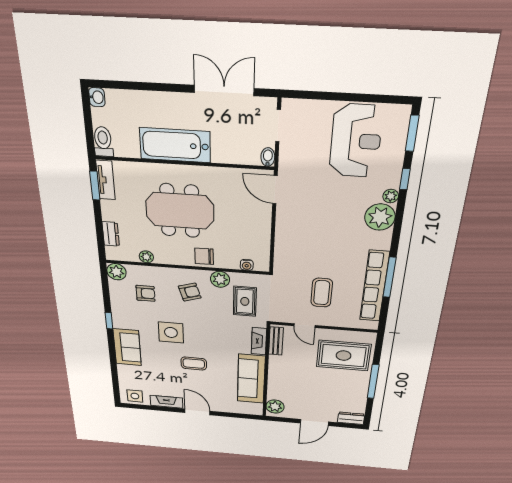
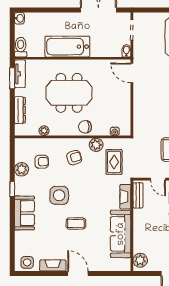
dresser: (111, 234) -> (20, 110), width x1.44
plant: (116, 272) -> (22, 169), moved

